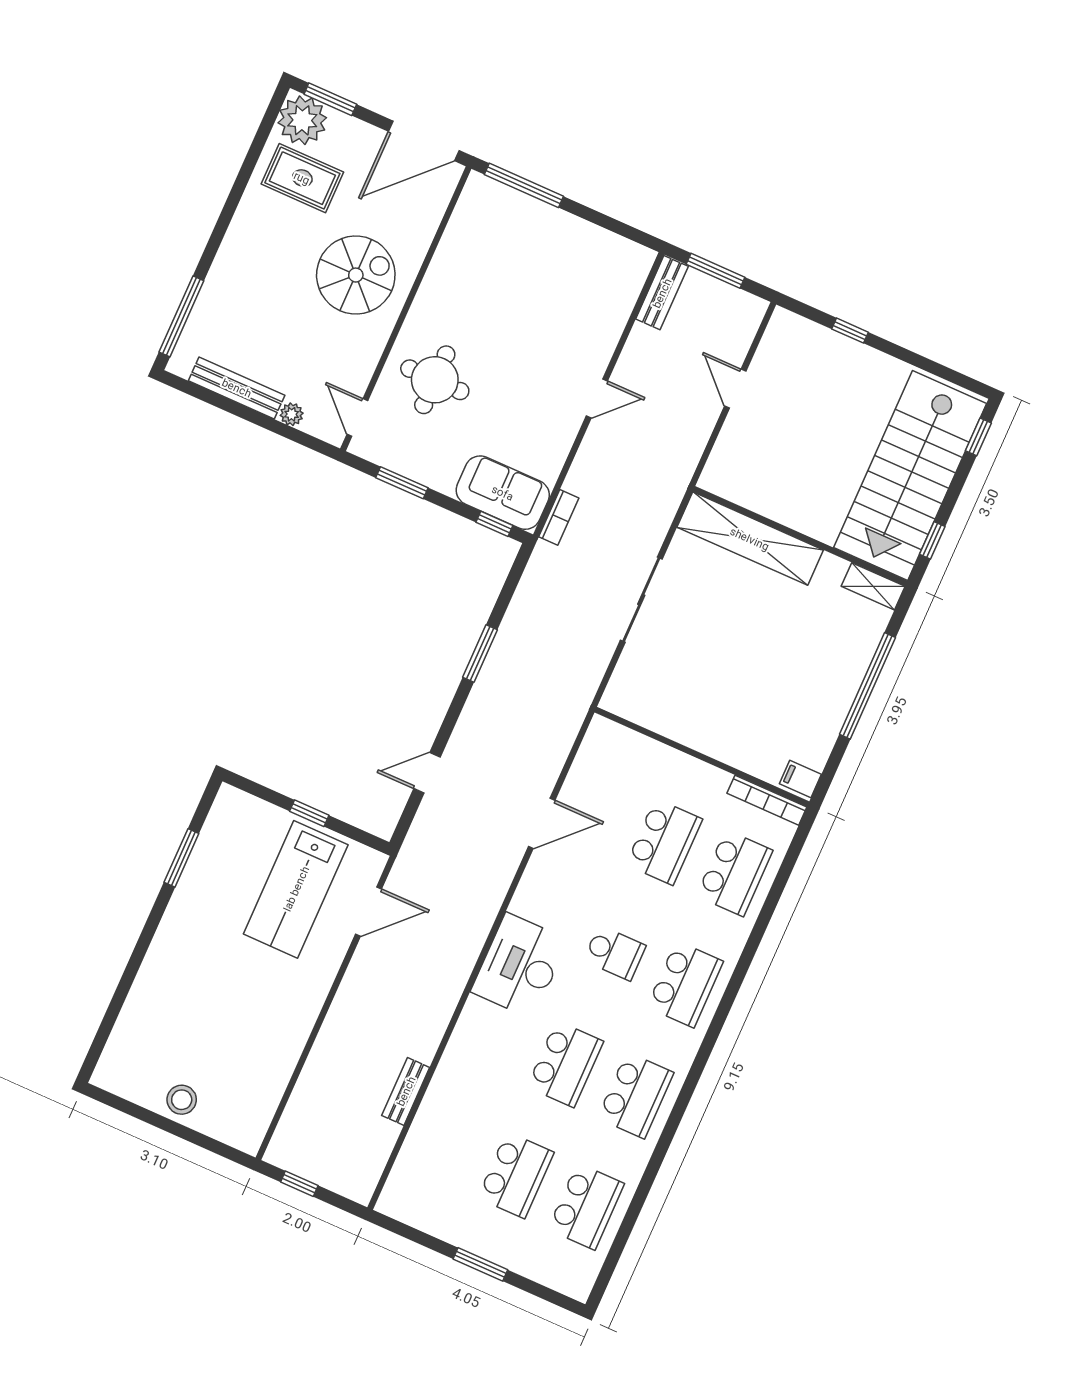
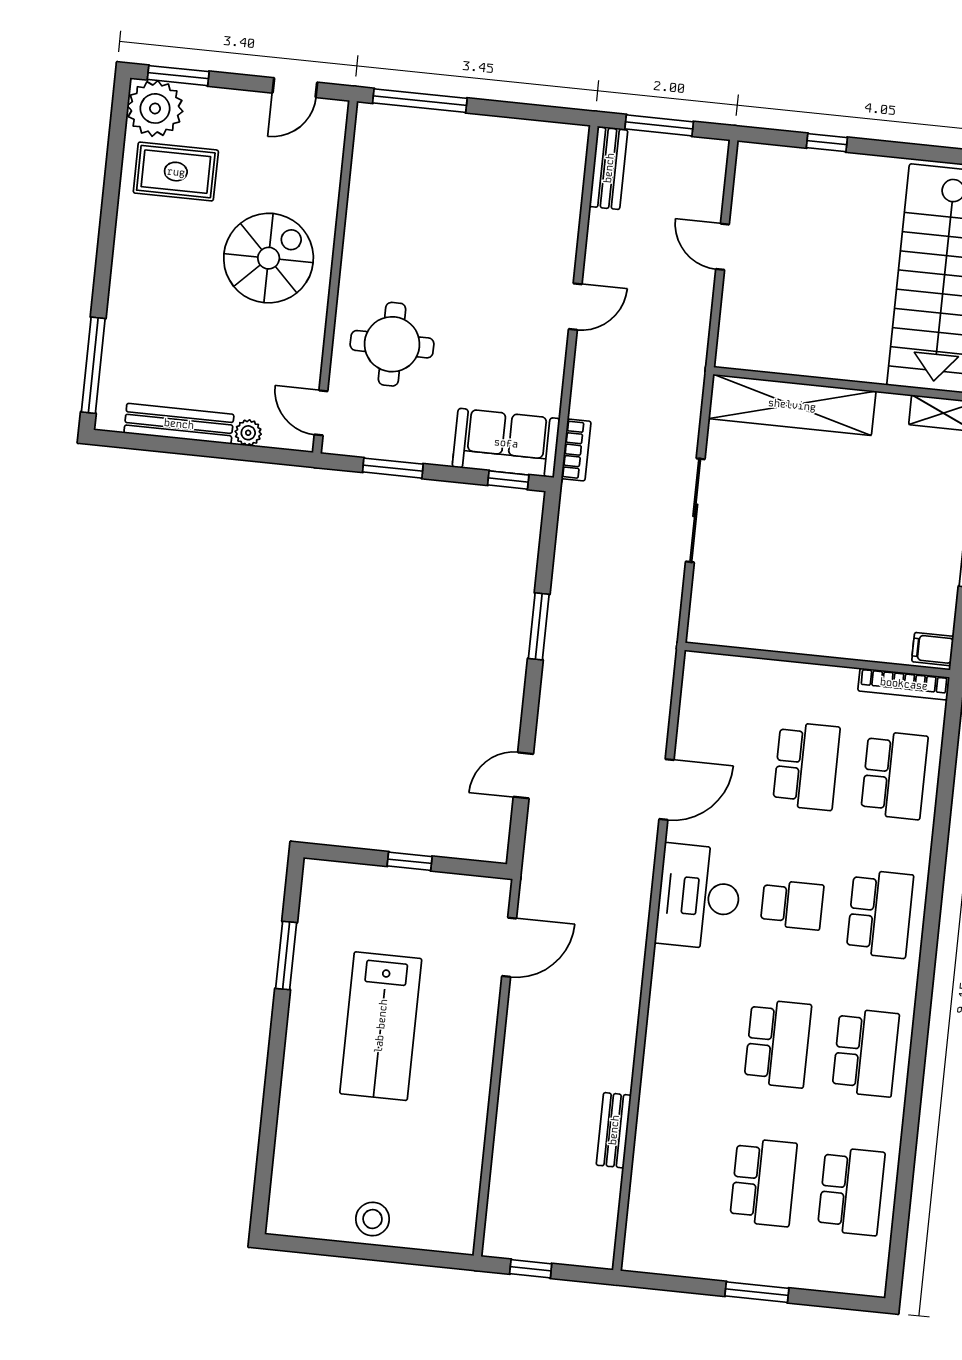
door: (424, 141) -> (295, 88), width x0.53
lab bench: (296, 889) -> (381, 1026), moved
desk: (520, 966) -> (699, 897), moved

